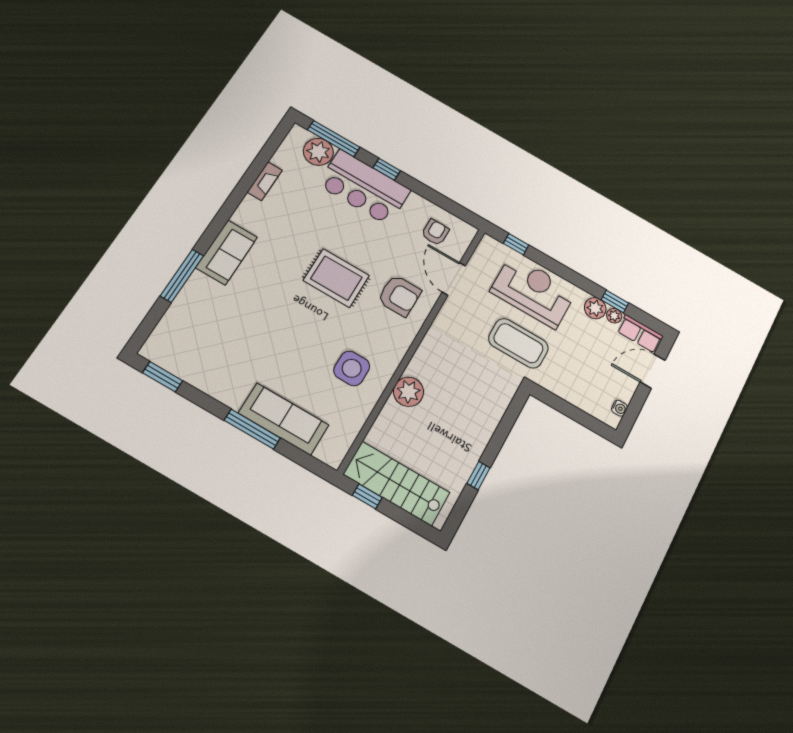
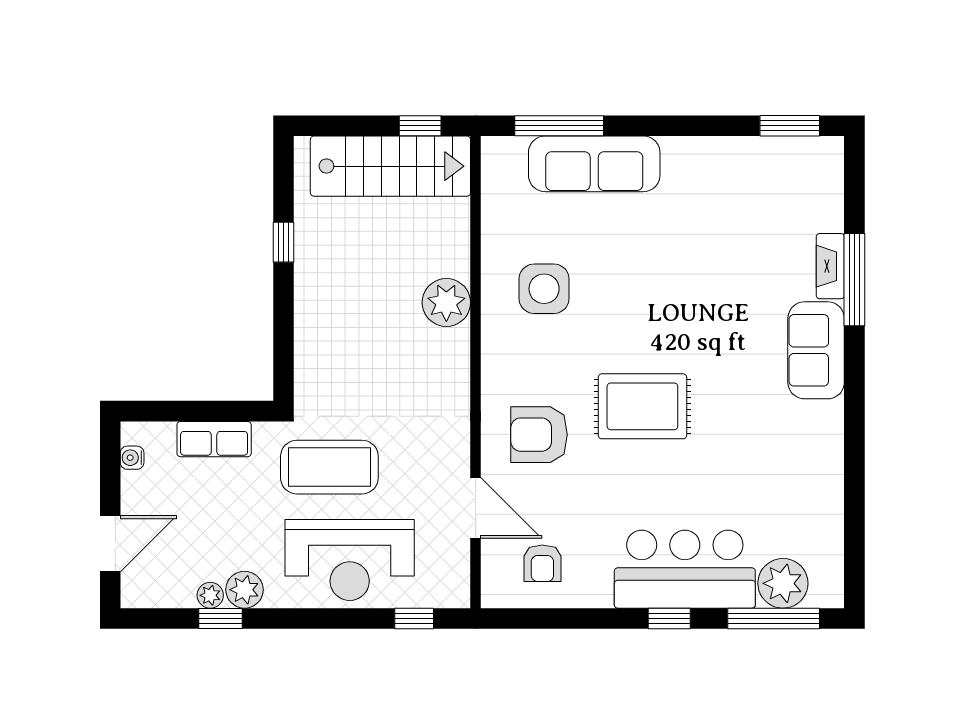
fireplace: (265, 181) -> (830, 266), moved
row of seats: (640, 334) -> (214, 439), moved, turned 180
window: (252, 429) -> (559, 126), moved

